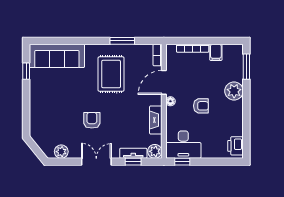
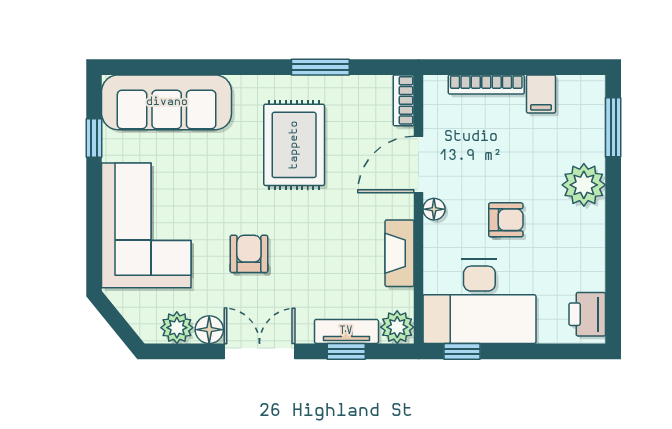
corner sofa: (48, 108) -> (146, 225), added
desk: (183, 145) -> (479, 301), width x1.36, depth x1.30
floor lamp: (75, 152) -> (209, 330), added

